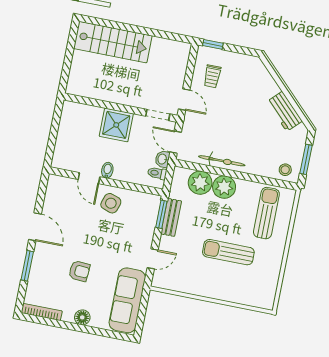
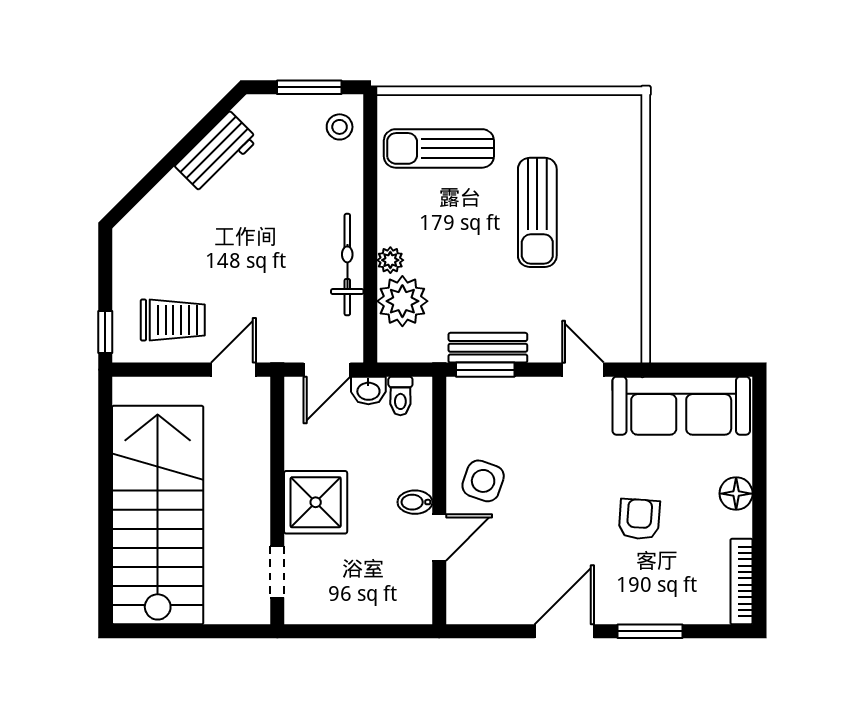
stairs: (113, 42) -> (158, 515), width x1.36, depth x1.51
trolley: (212, 76) -> (173, 320), width x1.36, depth x1.39
doorway: (158, 115) -> (277, 572), moved
plant: (224, 187) -> (390, 260), width x0.53, depth x0.53

